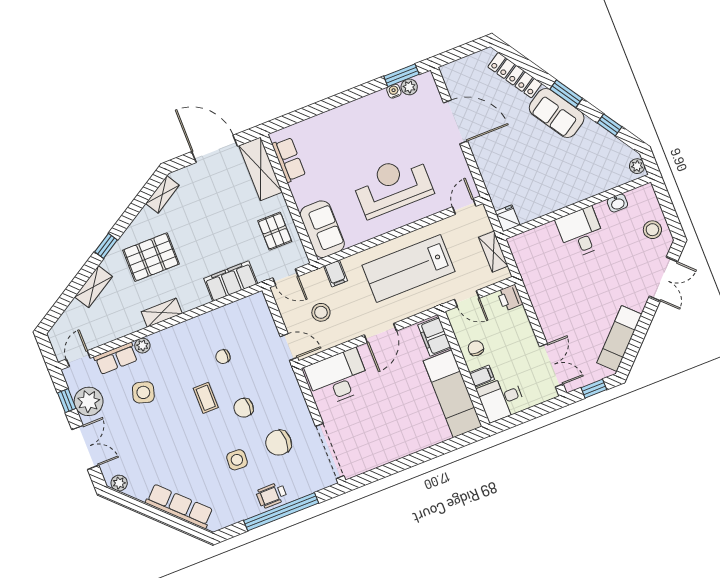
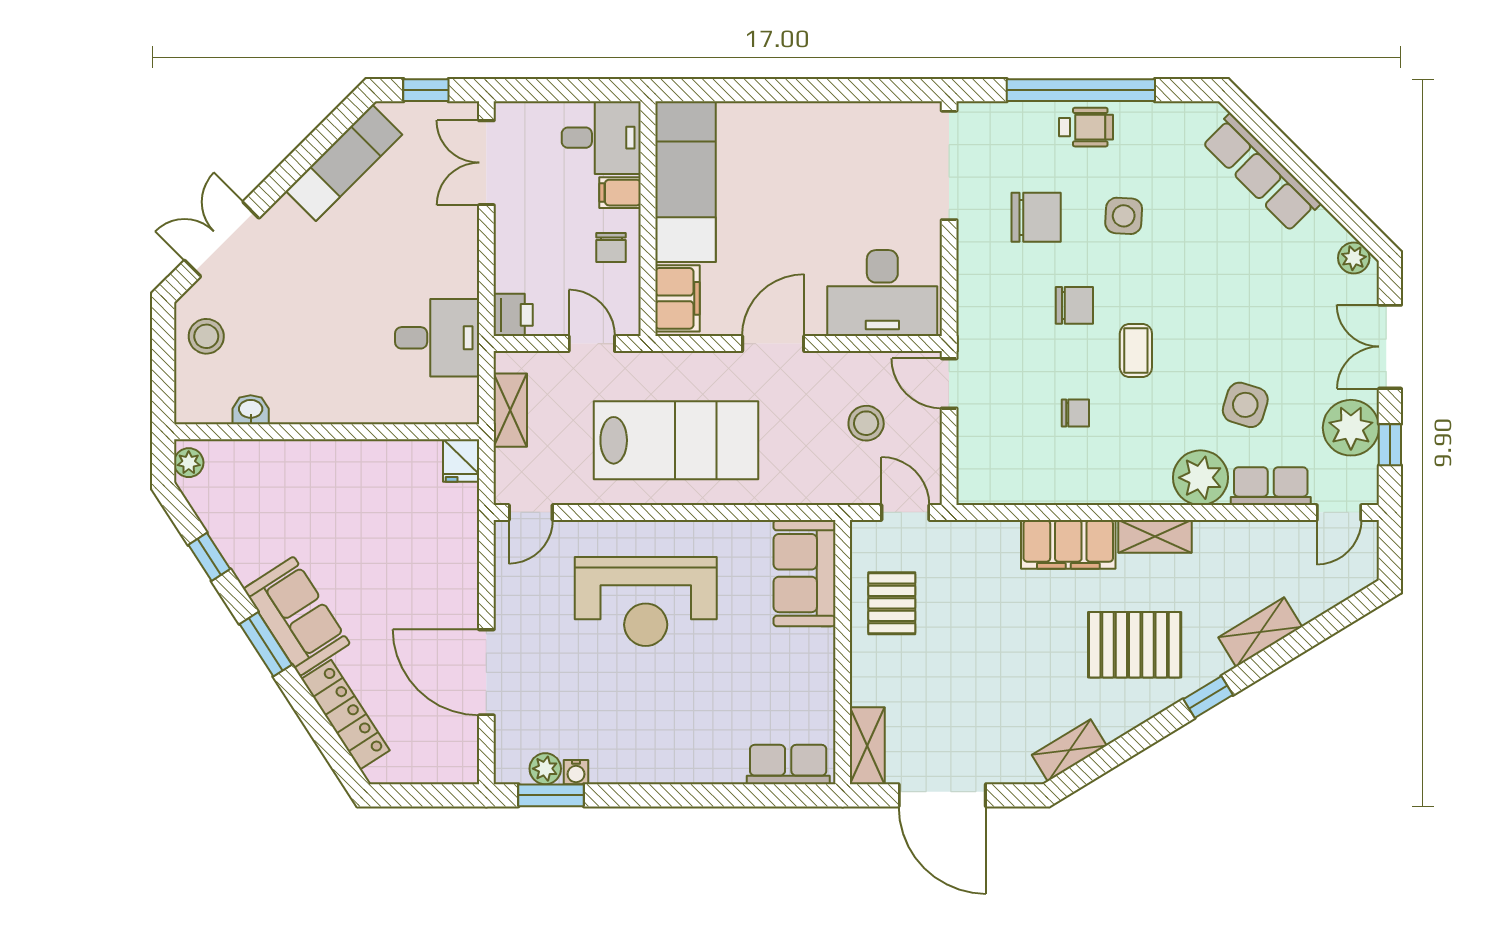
row of seats: (289, 160) -> (788, 765), moved, turned 90
shelving: (261, 169) -> (867, 746), width x0.67, depth x0.75
desk: (581, 232) -> (437, 338), moved, turned -90
filing cabinet: (336, 274) -> (812, 483), removed
filing cabinet: (231, 281) -> (1068, 544), moved
plant: (142, 346) -> (1200, 478), width x1.88, depth x1.88

